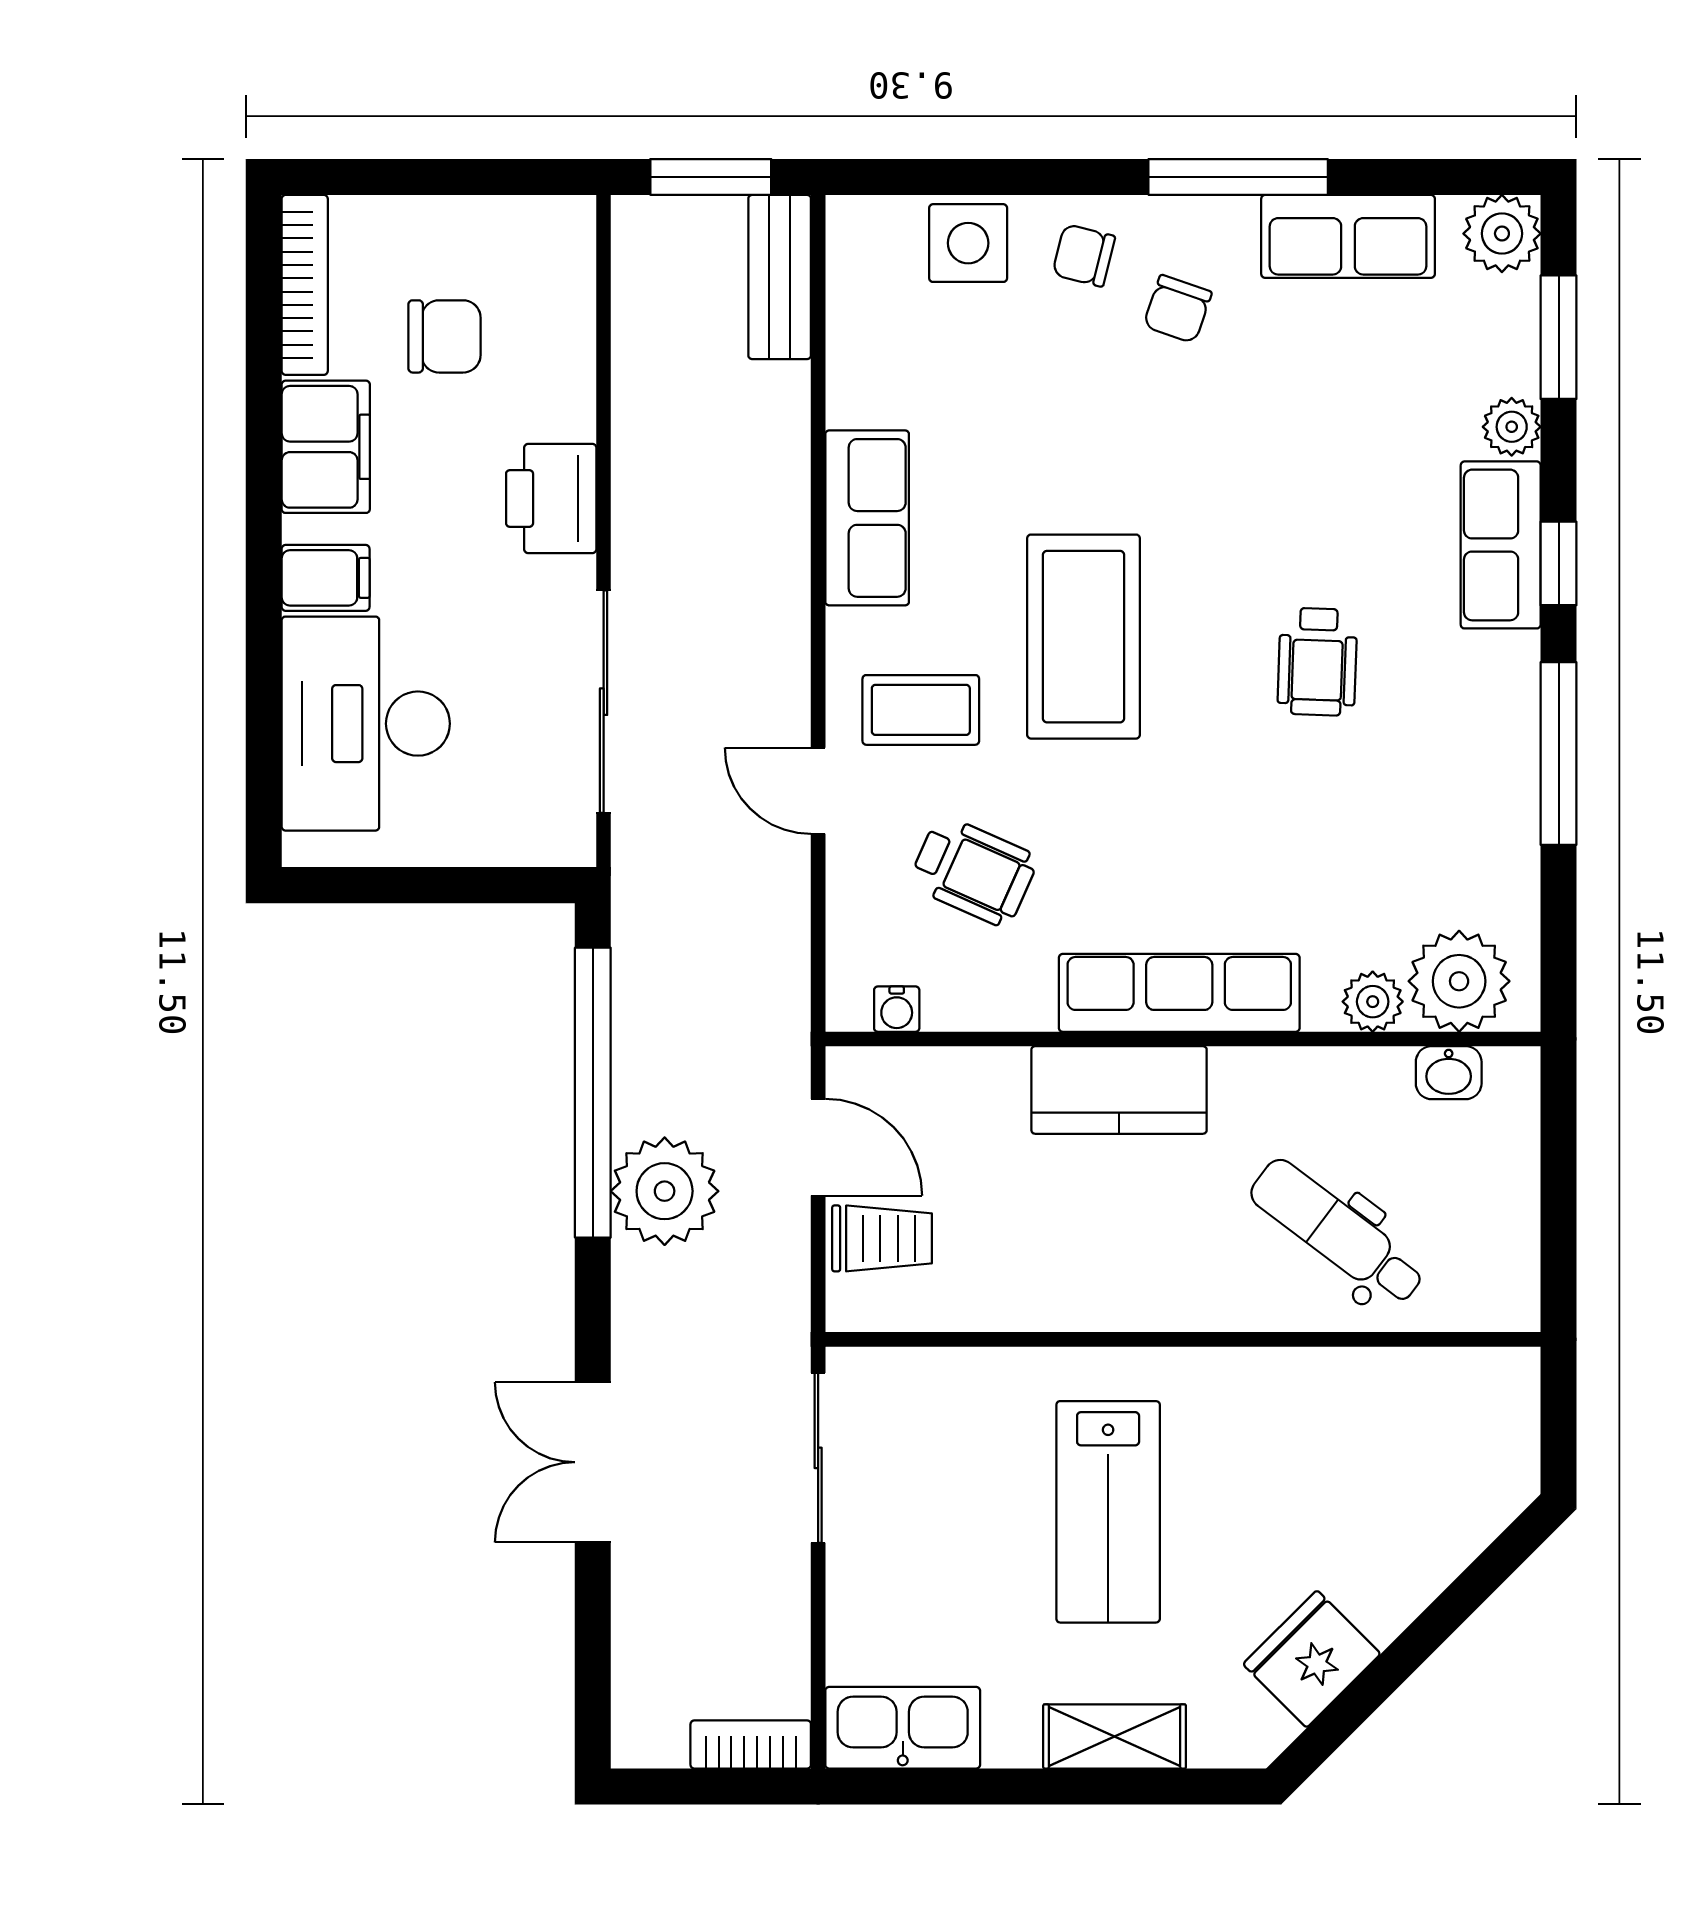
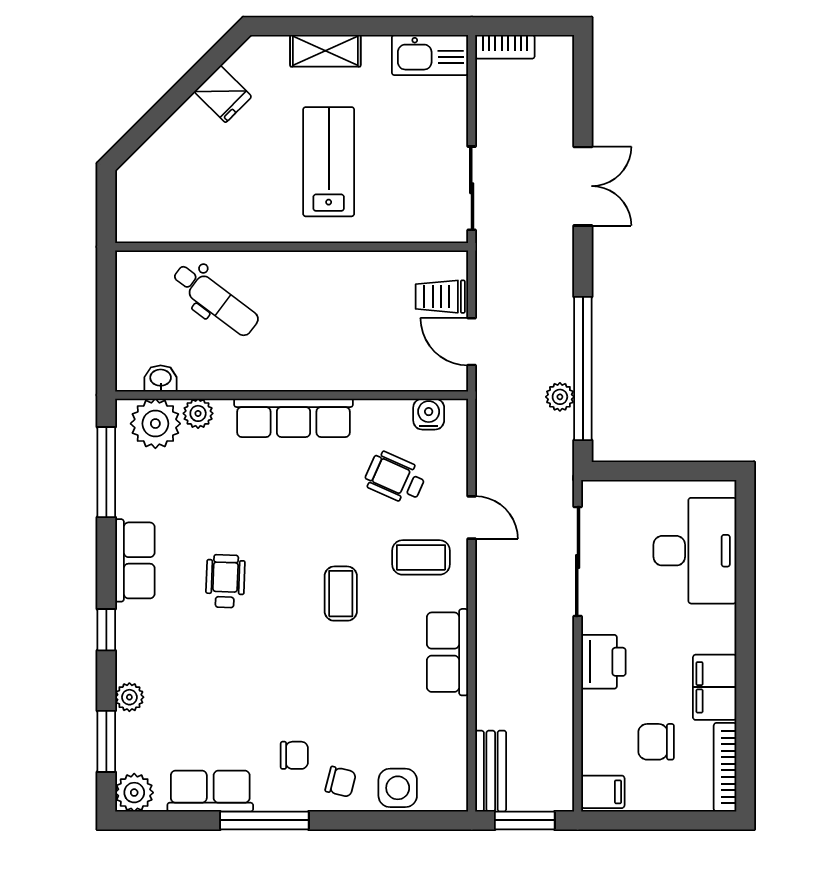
chair: (1178, 309) -> (294, 755), turned 71
row of seats: (1501, 545) -> (135, 560), moved
filing cabinet: (326, 578) -> (603, 792), moved, turned 180
coffee table: (1084, 637) -> (341, 594), width x0.54, depth x0.58
window: (1559, 754) -> (106, 472), moved
water cooler: (897, 1009) -> (429, 414), width x1.38, depth x1.38
kitchen counter: (1119, 1090) -> (323, 370), removed
plant: (665, 1191) -> (560, 397), moved, width x0.53, depth x0.53
fridge: (1312, 1659) -> (223, 94), width x0.72

